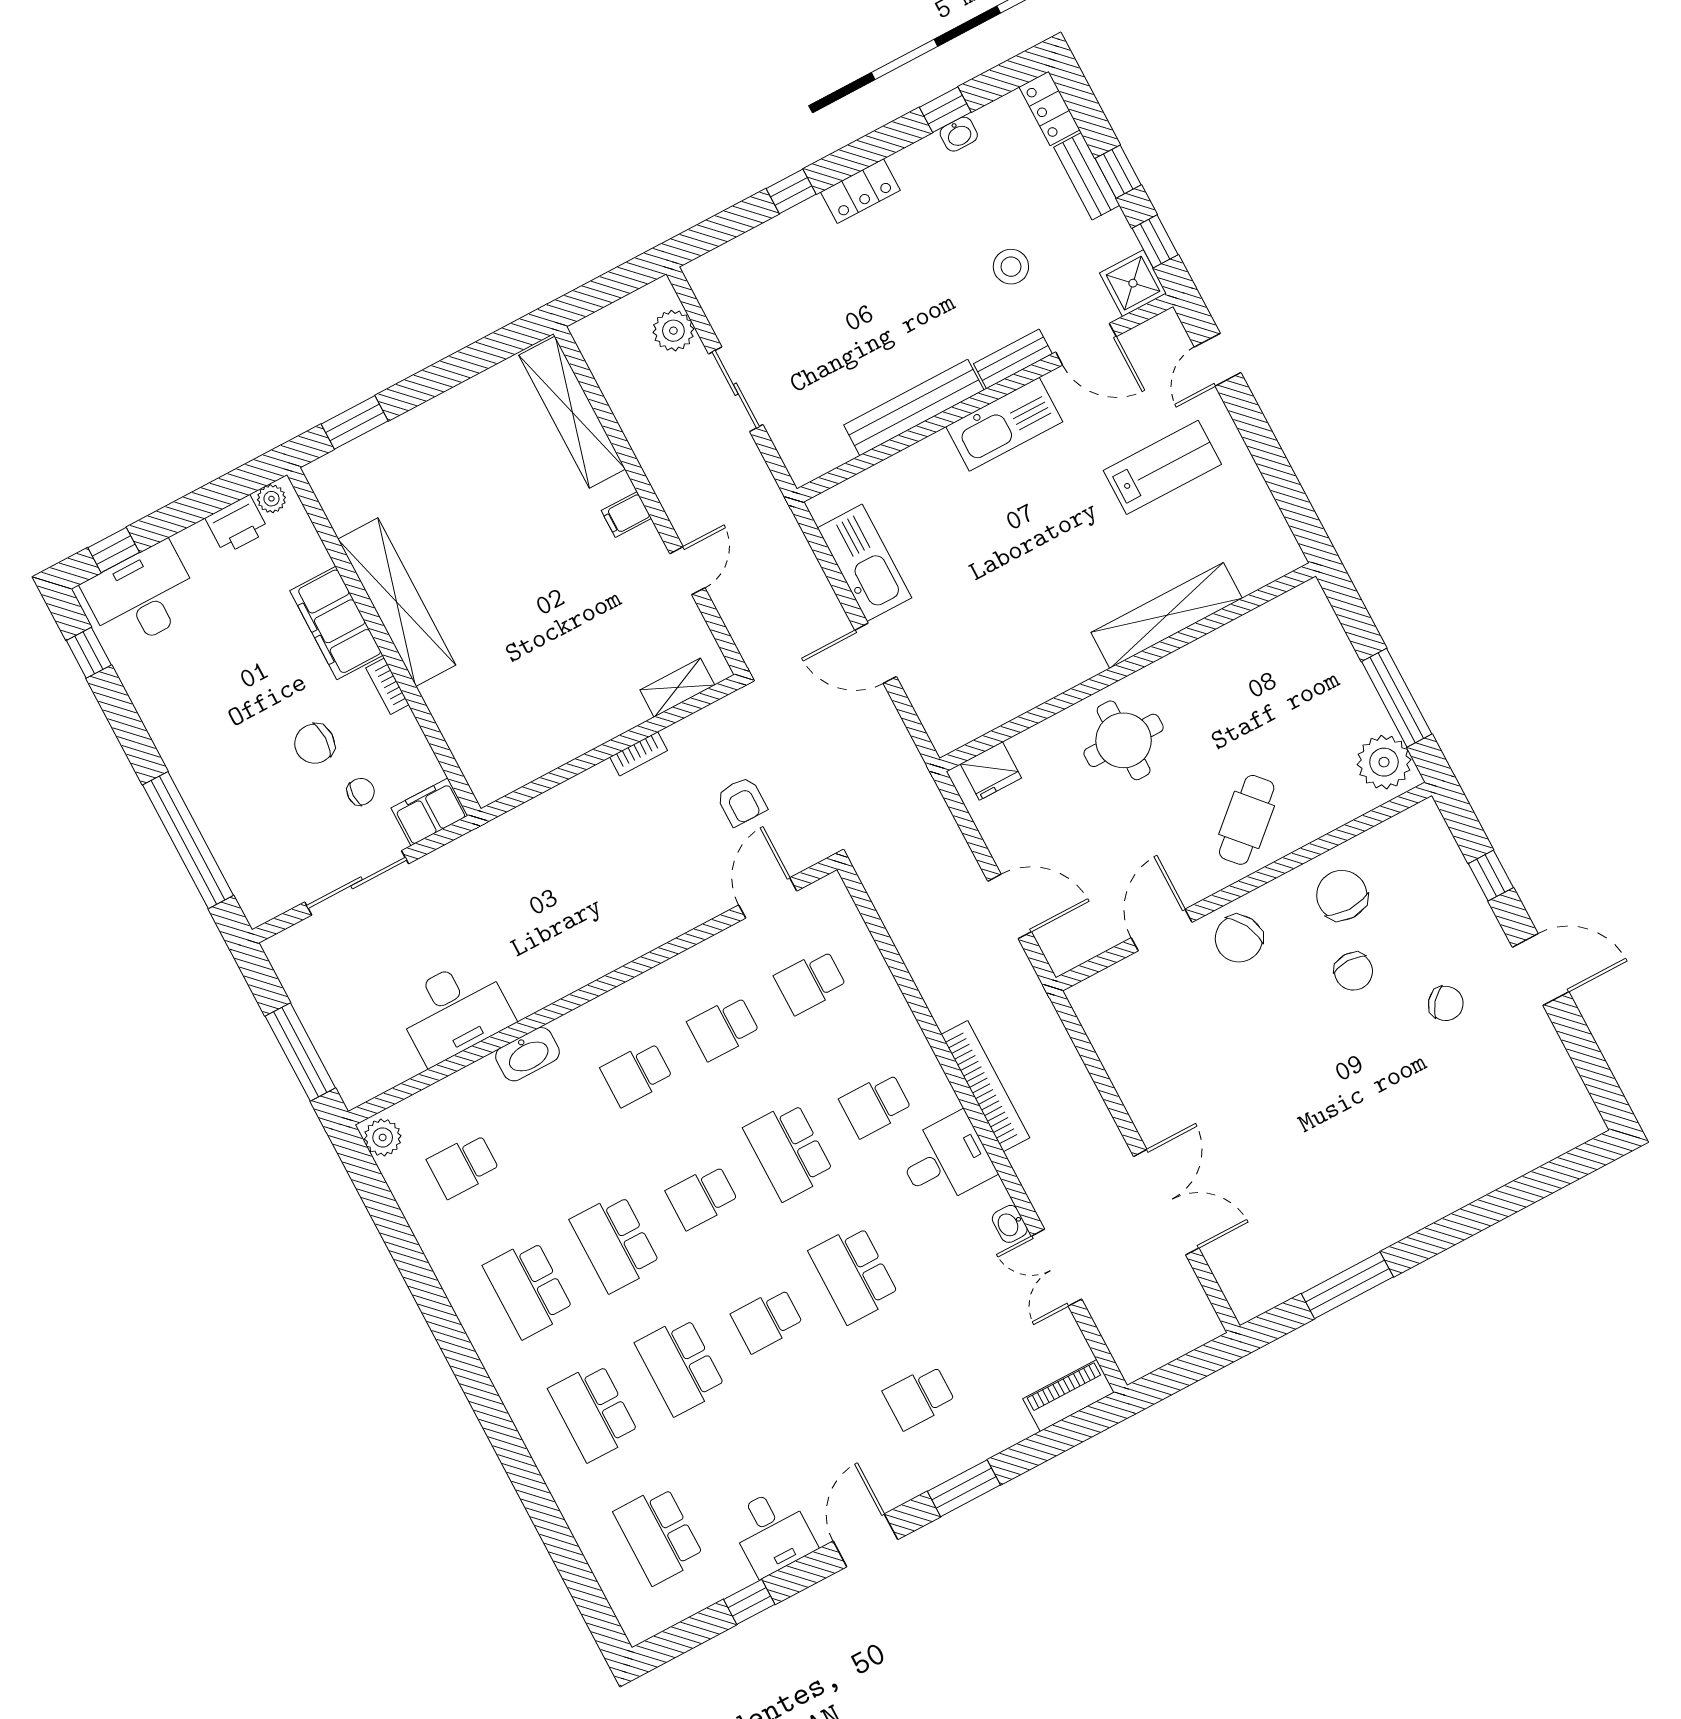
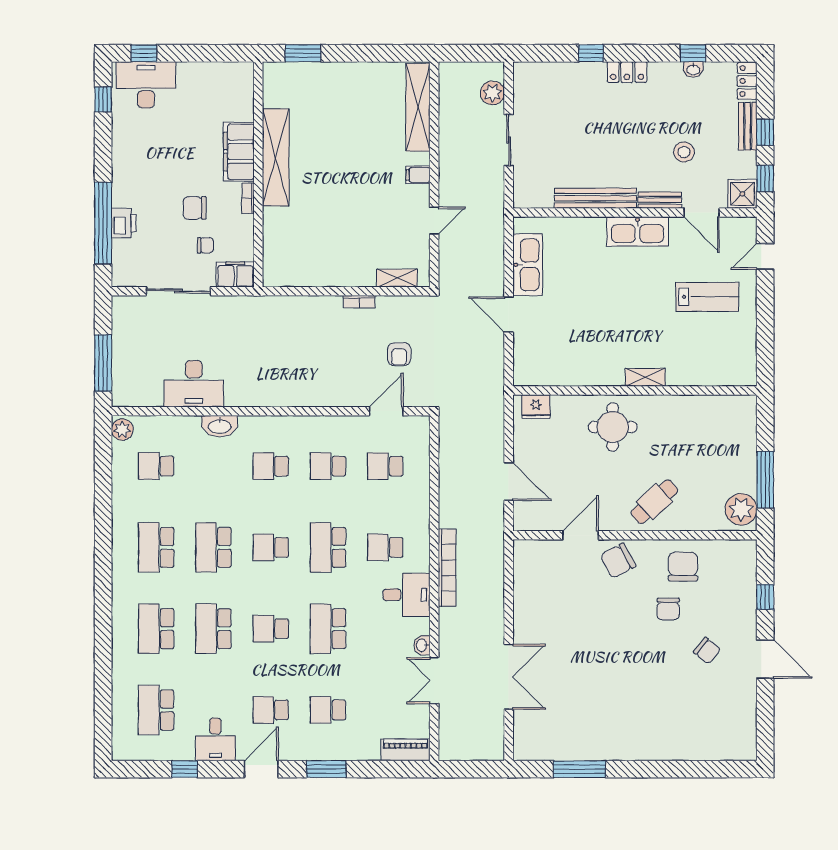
plant: (271, 499) -> (239, 70), removed
printer: (237, 525) -> (124, 223), moved, turned -90
shelving: (1167, 615) -> (645, 377), width x0.45, depth x0.75
school desk: (832, 1443) -> (271, 710), added

